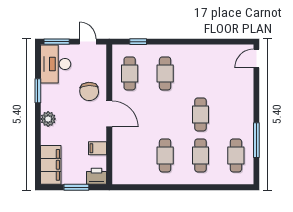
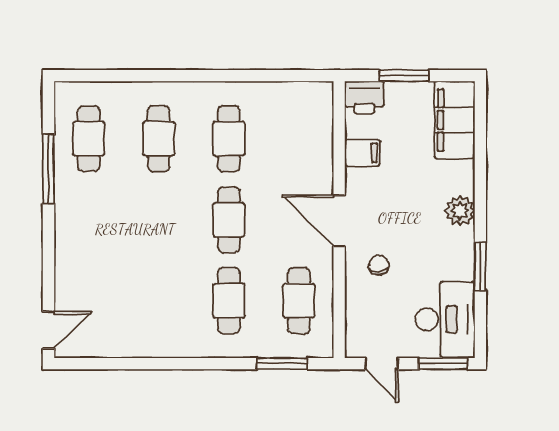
window: (138, 42) -> (282, 364), width x1.50
chair: (89, 91) -> (379, 265), width x0.54, depth x0.54
cafe table: (201, 114) -> (229, 220), moved

